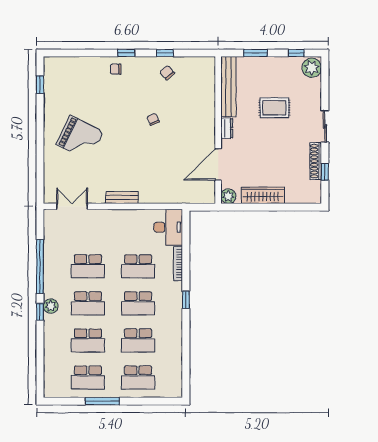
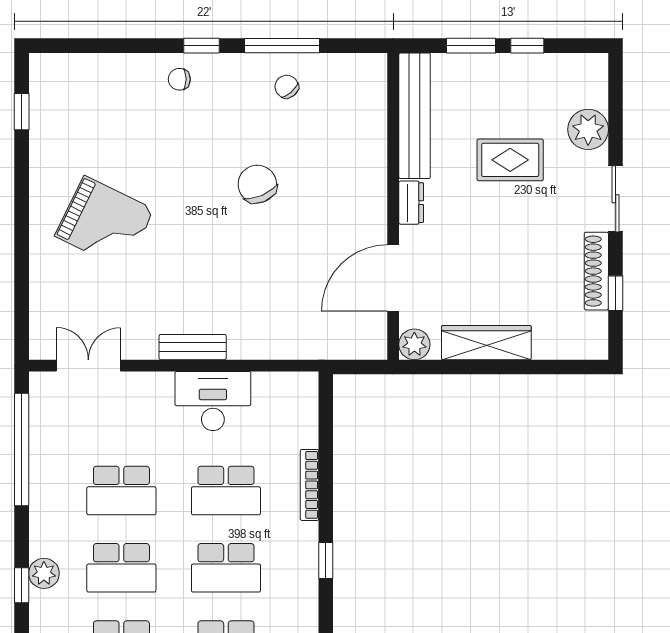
window: (165, 53) -> (282, 46), width x2.17
window: (296, 53) -> (527, 46), moved
plant: (312, 68) -> (588, 129), moved
chair: (153, 119) -> (257, 184), width x1.87, depth x1.87
desk: (168, 227) -> (213, 401), moved, turned -90
window: (40, 266) -> (22, 450), moved

